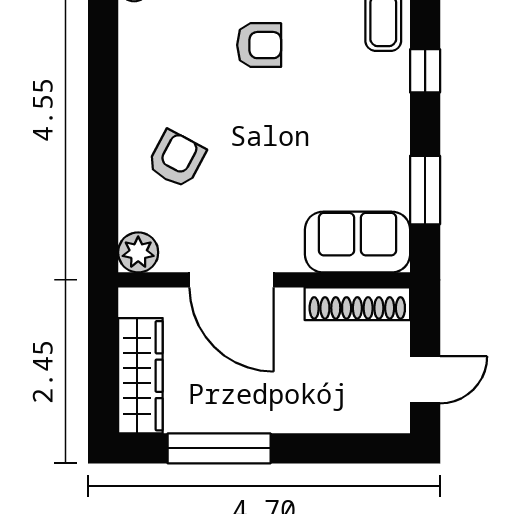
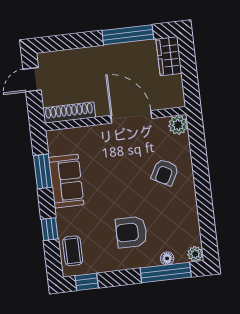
armchair: (259, 45) -> (131, 232), width x1.38, depth x1.38
sofa: (357, 242) -> (66, 181), moved, turned -90
wardrobe: (140, 376) -> (169, 56), width x0.67

